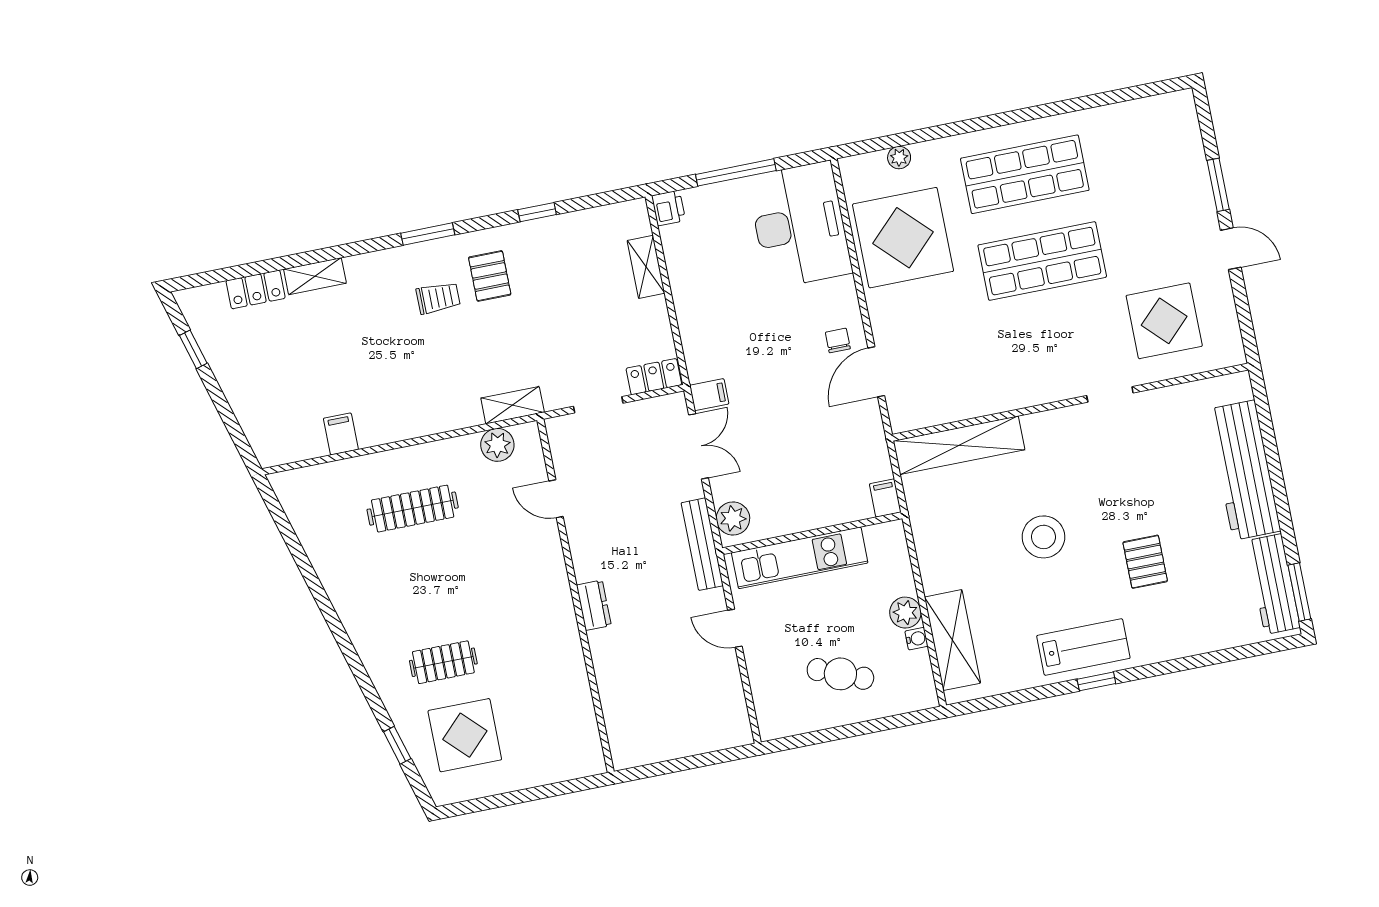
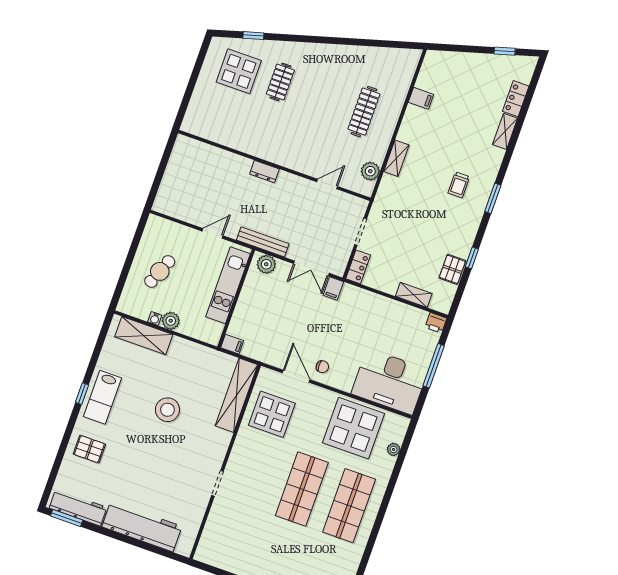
pallet: (490, 276) -> (452, 269), moved, turned 90
display table: (1164, 321) -> (272, 414), moved
shelving: (513, 405) -> (396, 158), moved
pallet: (1145, 562) -> (89, 449), moved

